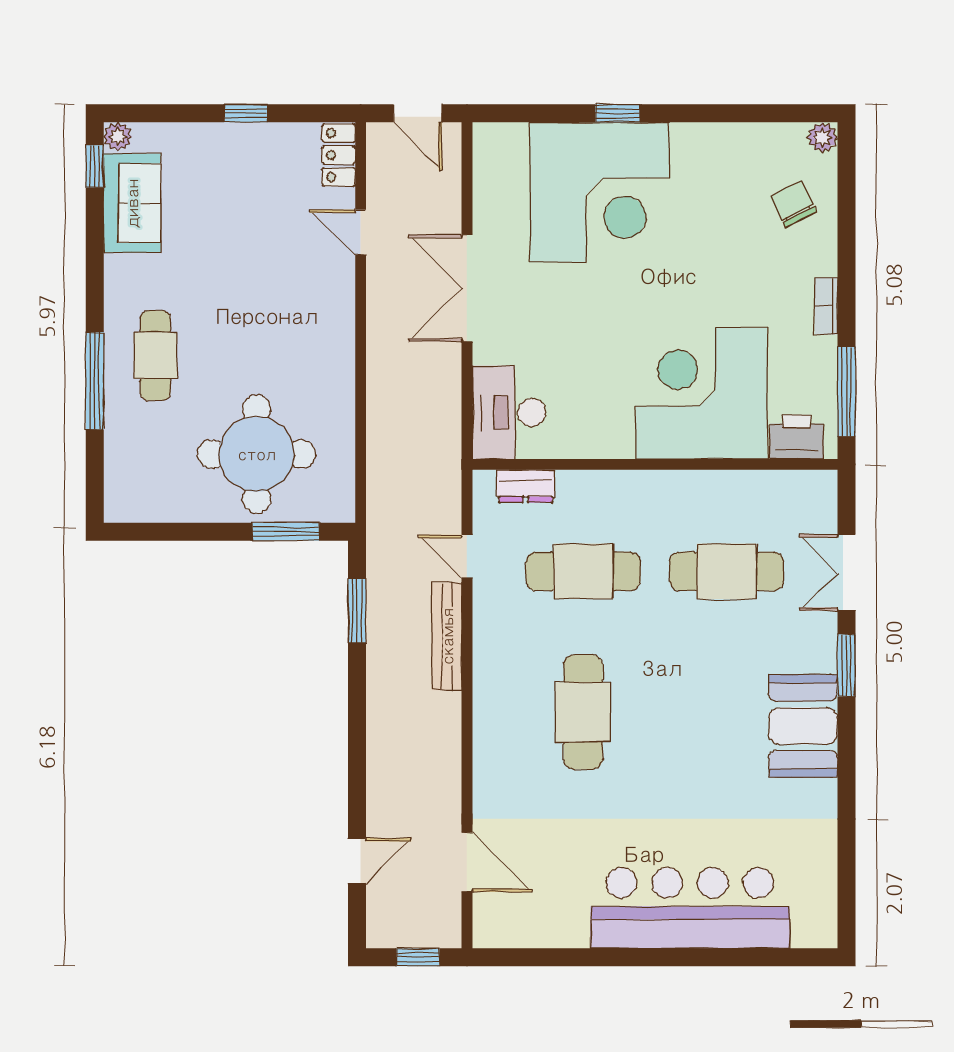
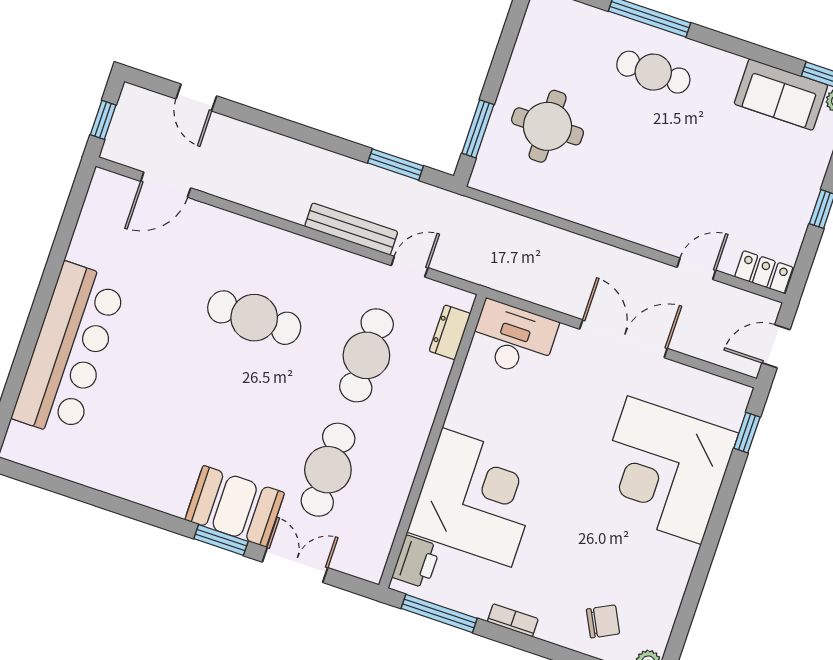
window: (617, 113) -> (747, 433), moved
round table: (257, 454) -> (548, 126), width x0.73, depth x0.73
booth: (803, 726) -> (235, 506), moved

